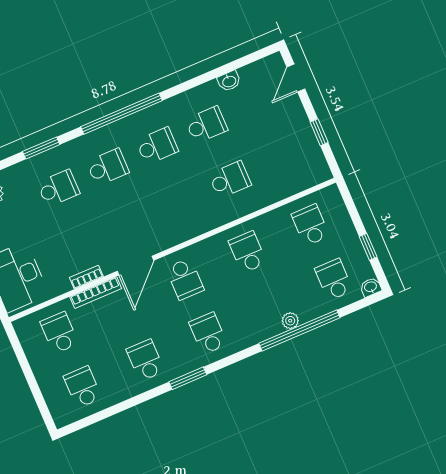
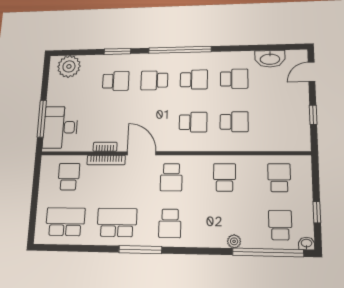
washbasin: (229, 81) -> (270, 59), width x1.91, depth x1.45
school desk: (108, 167) -> (154, 80), turned 180
school desk: (181, 201) -> (193, 122), added
door: (135, 266) -> (142, 153), swing flipped
window: (299, 331) -> (268, 253), moved
school desk: (208, 333) -> (170, 223), turned 180
school desk: (145, 360) -> (117, 222), width x1.85
window: (188, 378) -> (140, 250), width x1.44
school desk: (83, 387) -> (65, 222), width x1.85

